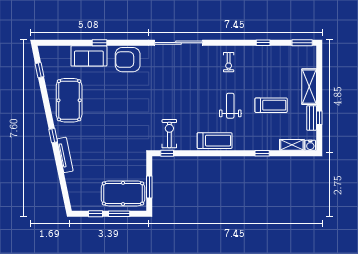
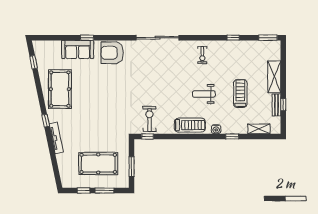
treadmill: (271, 105) -> (240, 93), turned -90
weight bench: (230, 106) -> (204, 94), turned -90
water cooler: (310, 145) -> (216, 129), moved
pool table: (123, 193) -> (98, 163), moved

